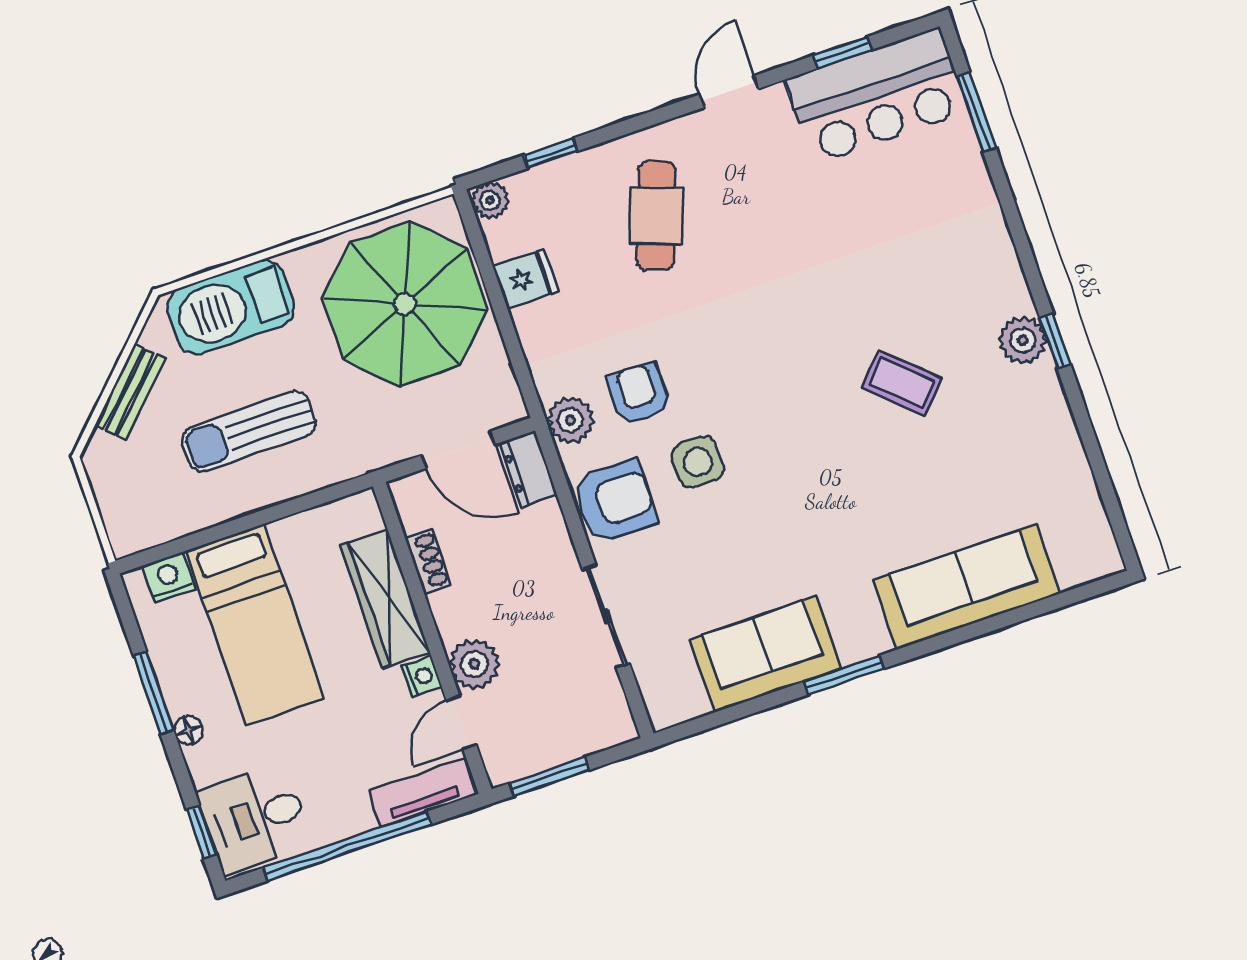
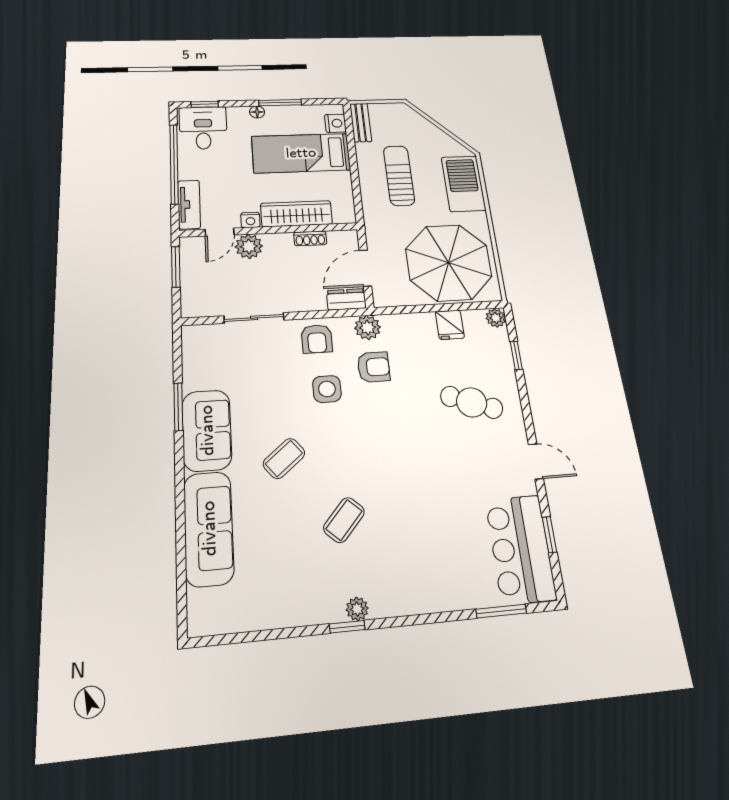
plant: (1023, 340) -> (357, 609), width x0.73, depth x0.73
bench: (130, 392) -> (361, 123), moved, turned 45
armchair: (615, 501) -> (317, 339), width x0.72, depth x0.72
coffee table: (831, 501) -> (284, 458), added
sofa: (765, 654) -> (207, 430), moved
window: (844, 675) -> (178, 407), moved
door: (461, 723) -> (220, 232), swing flipped

